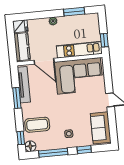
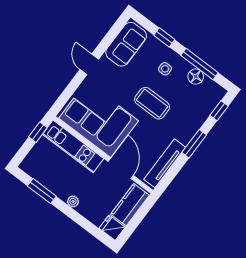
window: (17, 98) -> (194, 144), moved
coffee table: (37, 125) -> (152, 103), moved
floor lamp: (30, 146) -> (196, 77), moved

